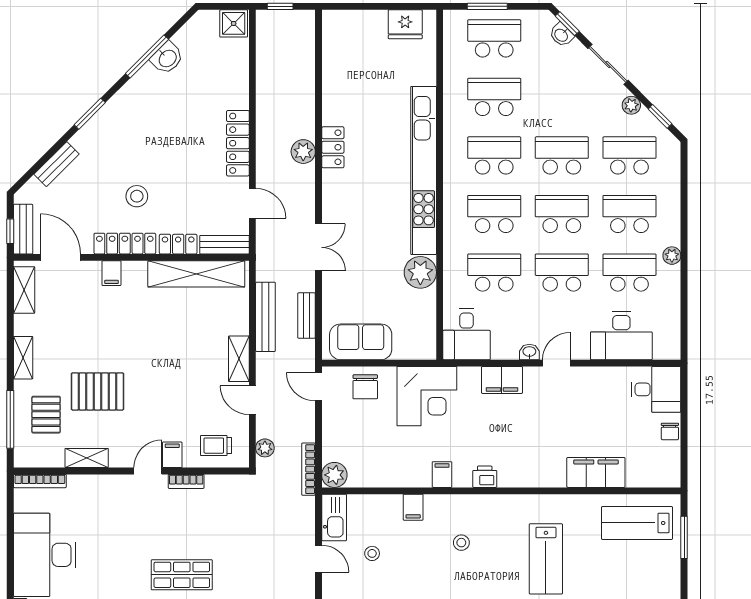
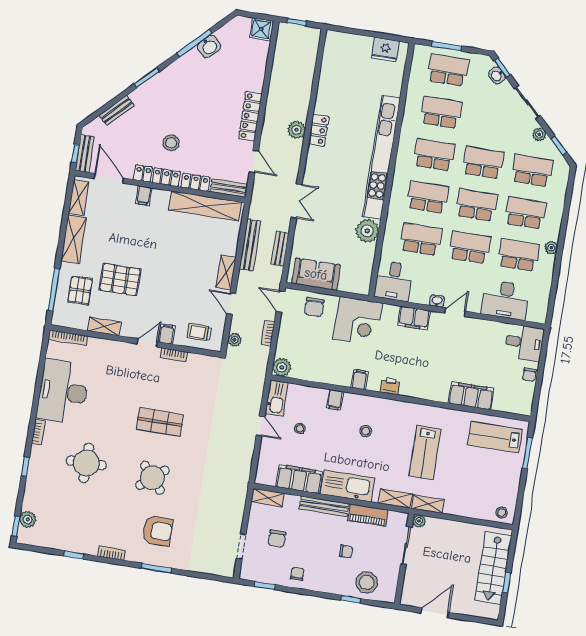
shelving: (23, 358) -> (74, 239), width x1.50, depth x1.33
bookcase: (309, 469) -> (268, 333), moved, width x0.64

